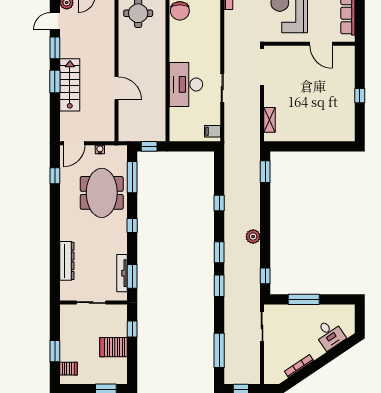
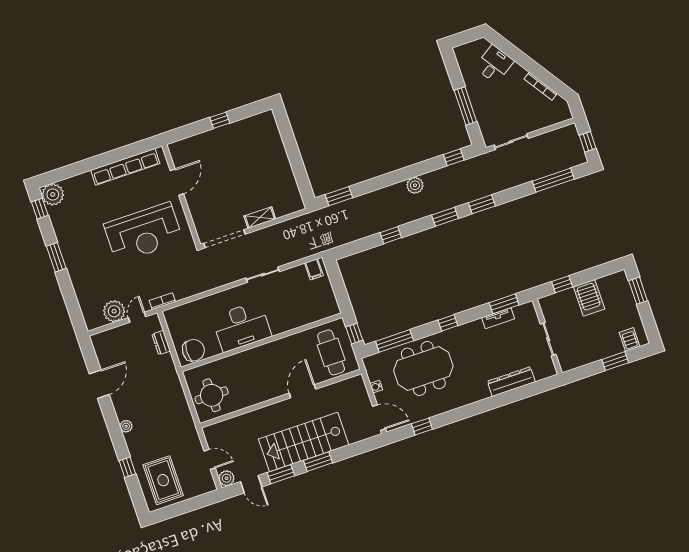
desk: (186, 84) -> (242, 326), moved
stairs: (70, 85) -> (304, 442), width x1.36, depth x1.51
shelving: (270, 120) -> (260, 217), moved
cafe table: (140, 122) -> (331, 352), added
tv unit: (122, 273) -> (498, 318), width x0.71

